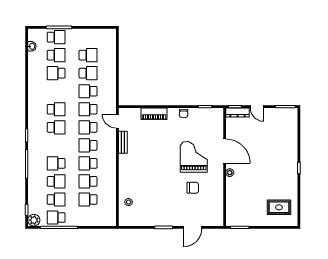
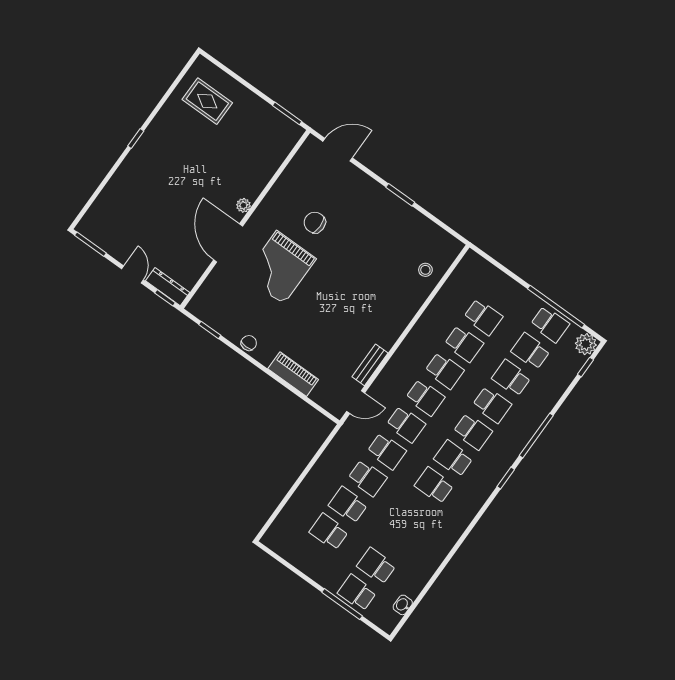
school desk: (56, 73) -> (473, 432), moved
door: (117, 121) -> (356, 402), hinge flipped
door: (193, 227) -> (338, 150), moved

